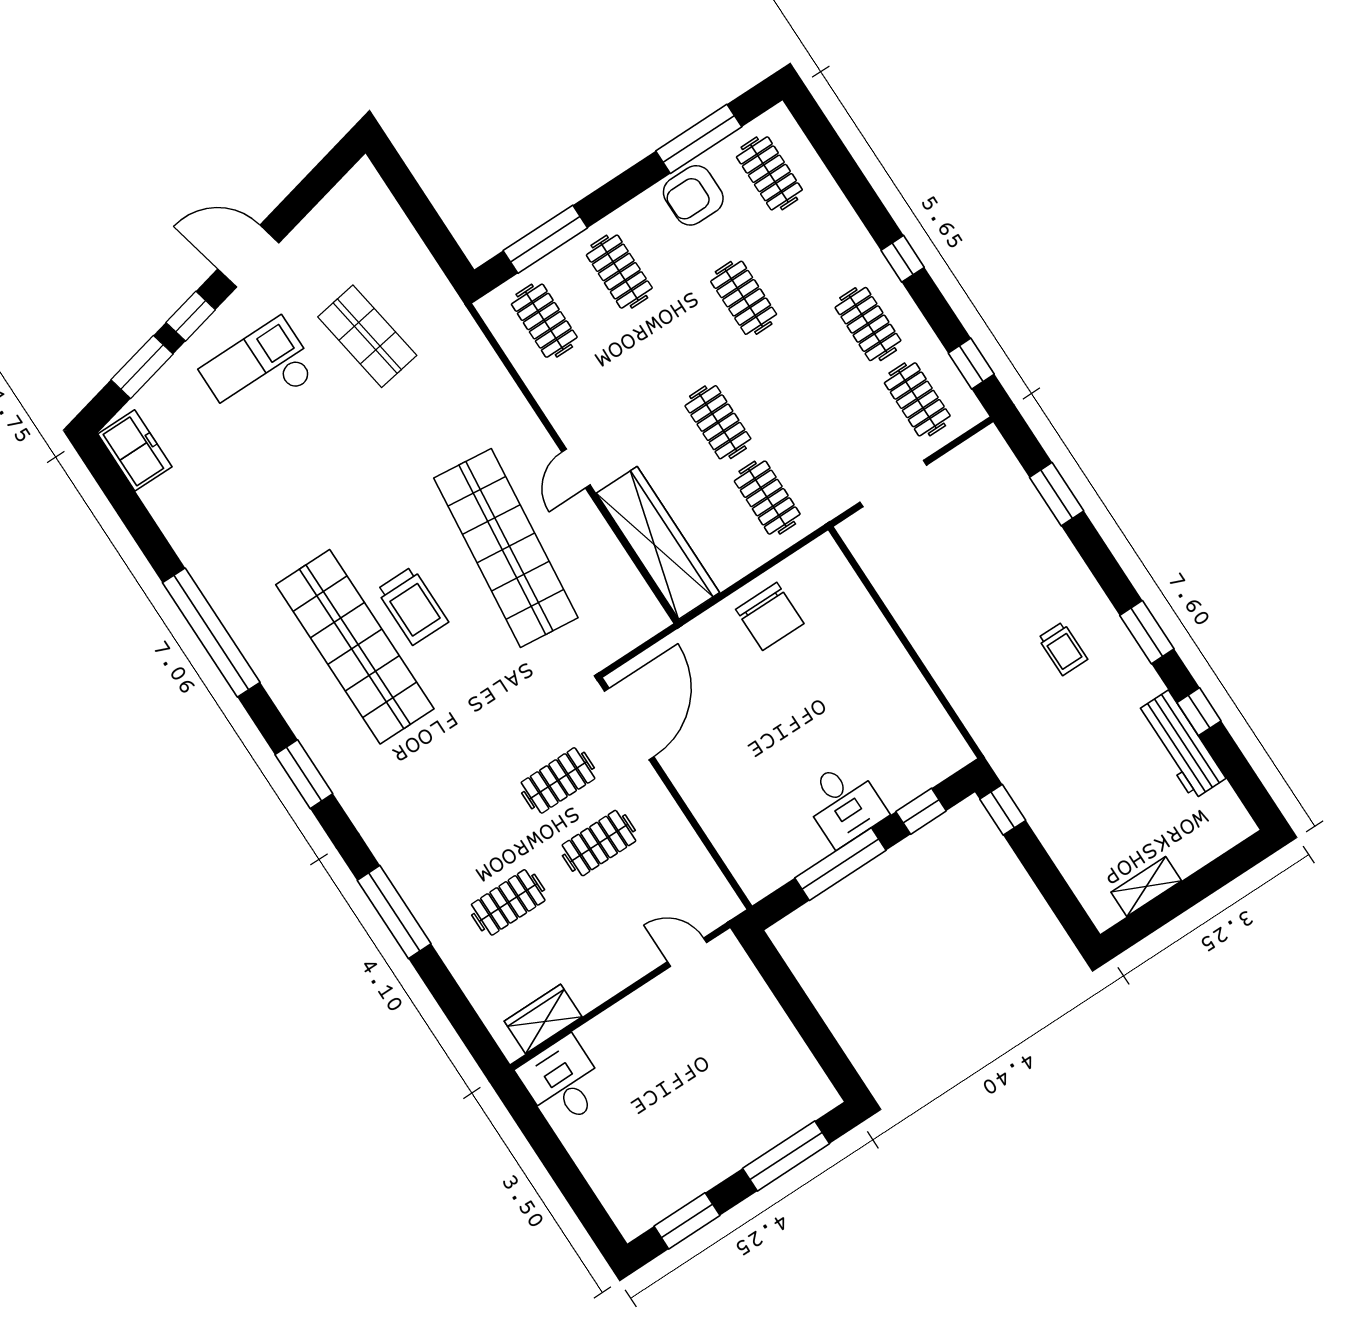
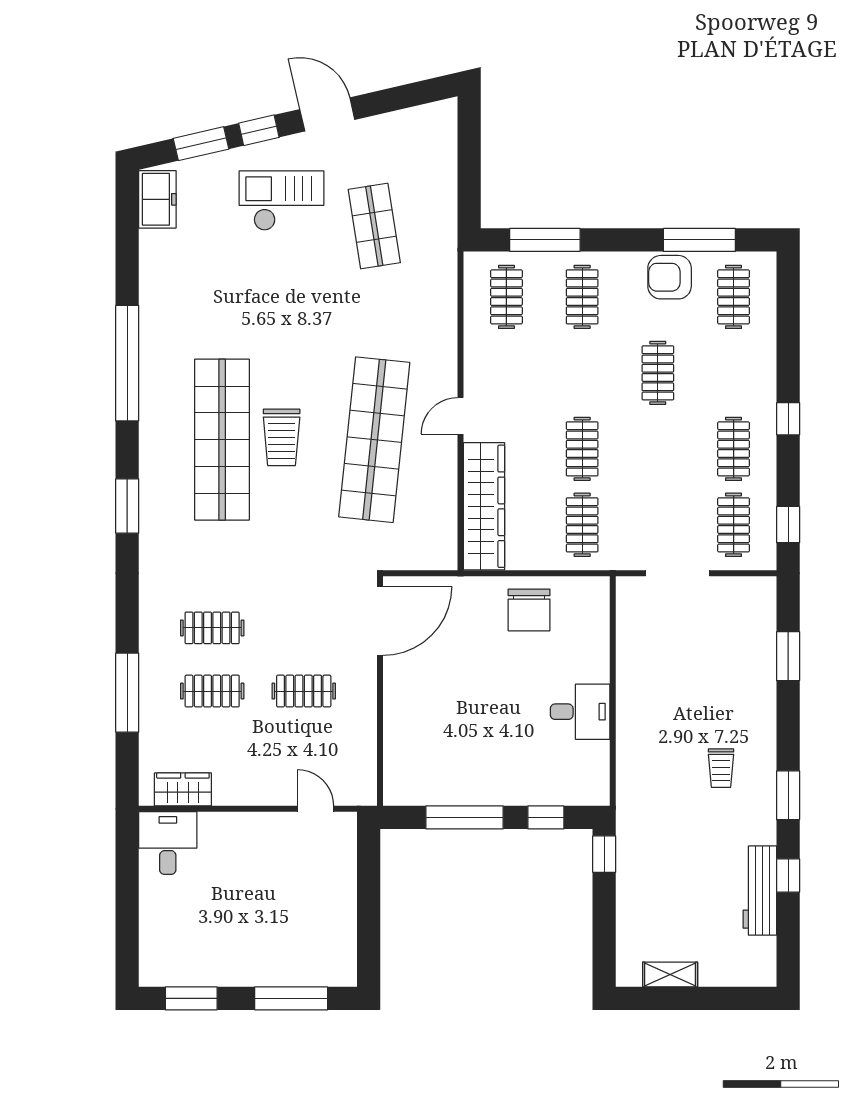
clothes rail: (558, 780) -> (212, 628), moved
desk: (844, 803) -> (580, 712), moved, turned -90
window: (394, 912) -> (127, 693), moved

